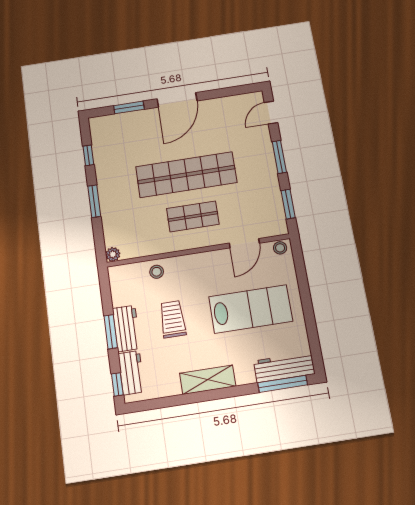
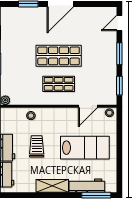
shop shelf: (186, 175) -> (59, 56), width x0.71
workbench: (284, 367) -> (87, 186), moved

